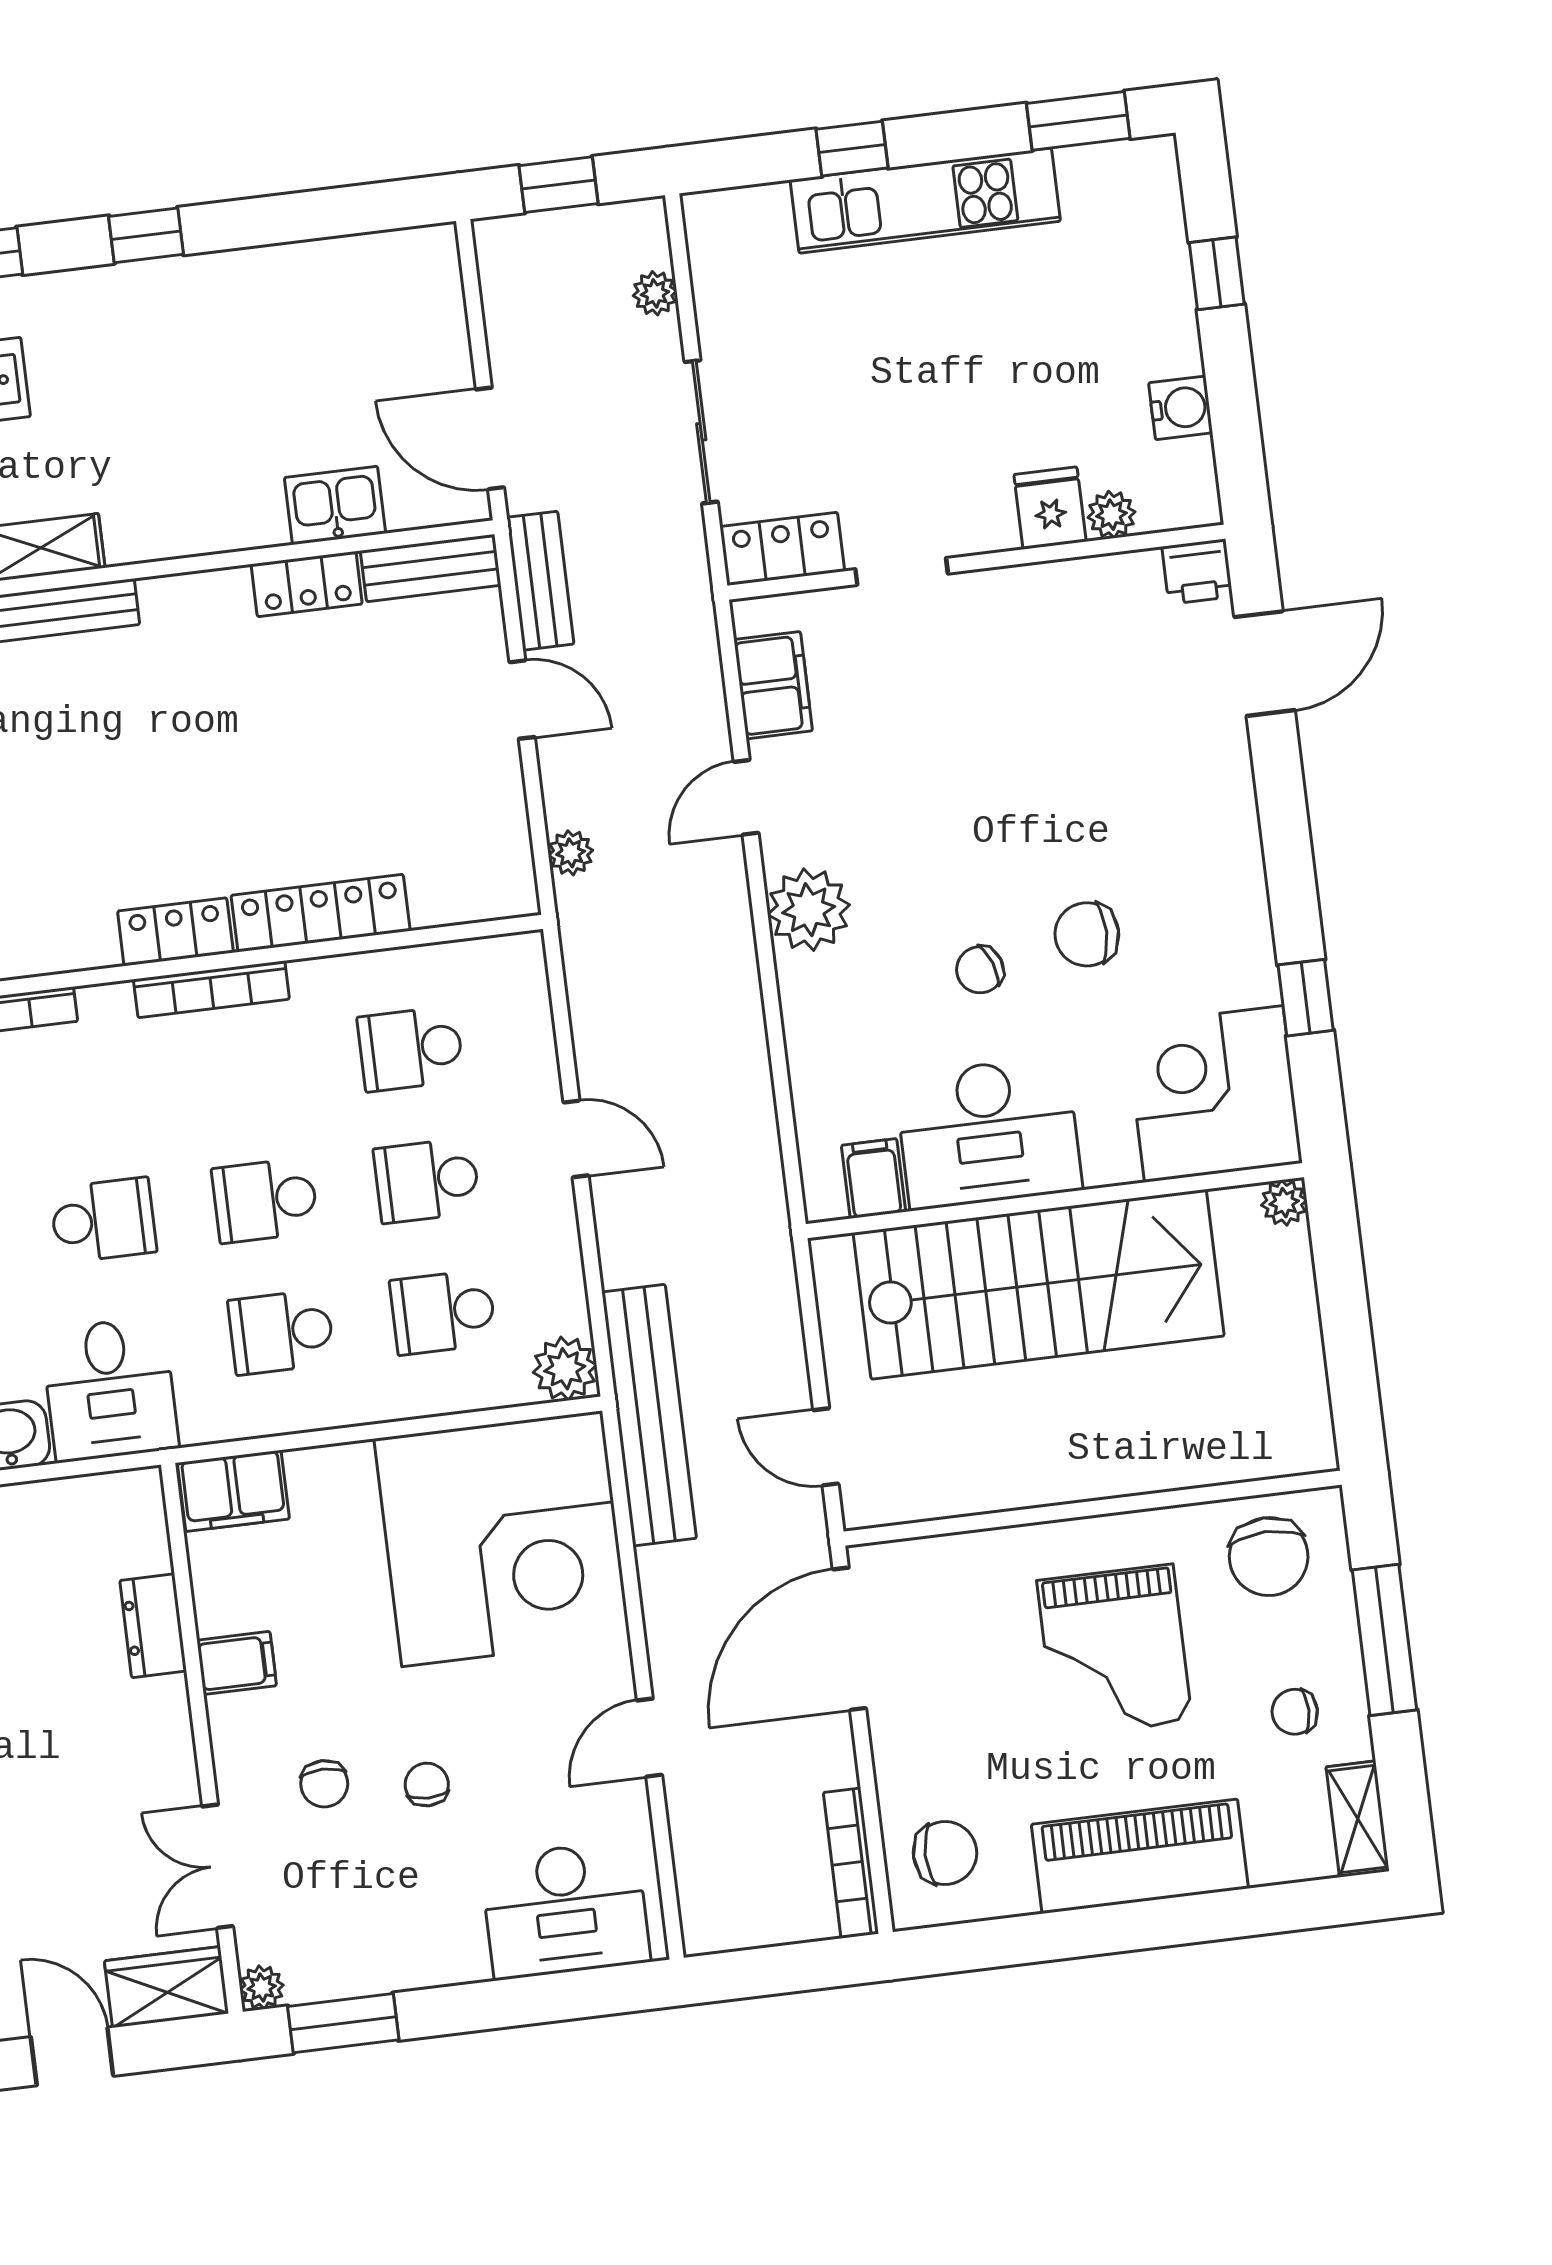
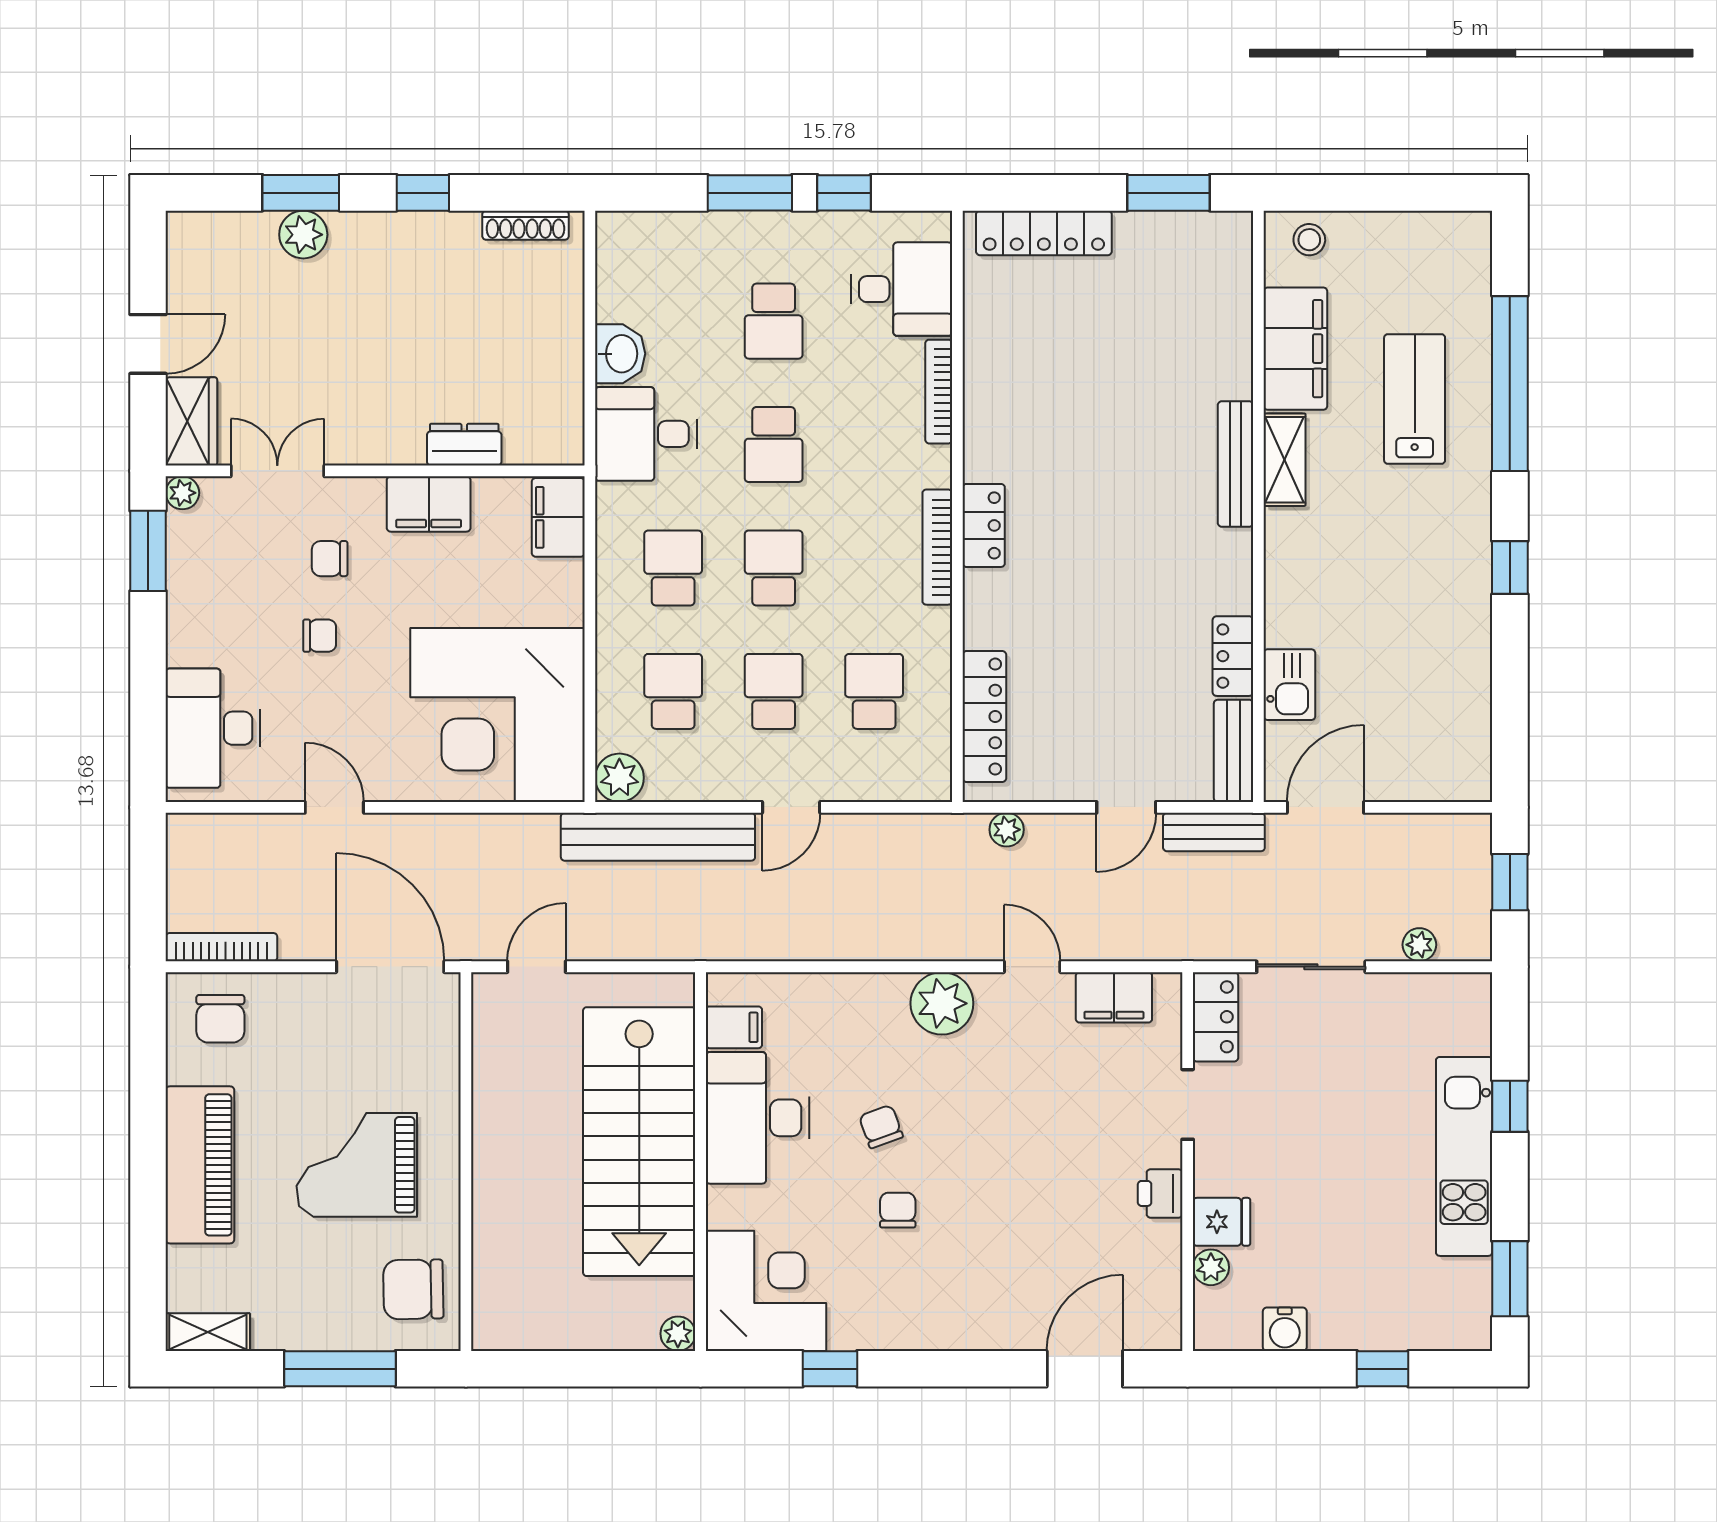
printer: (1197, 572) -> (1160, 1193), moved
door: (1265, 664) -> (1085, 1369), swing flipped
locker: (321, 913) -> (984, 717), moved
chair: (1087, 934) -> (898, 1210), width x0.73, depth x0.73
bench: (649, 1415) -> (658, 837), moved
filing cabinet: (237, 1663) -> (429, 504), width x2.00
chair: (1295, 1712) -> (294, 1295), removed

